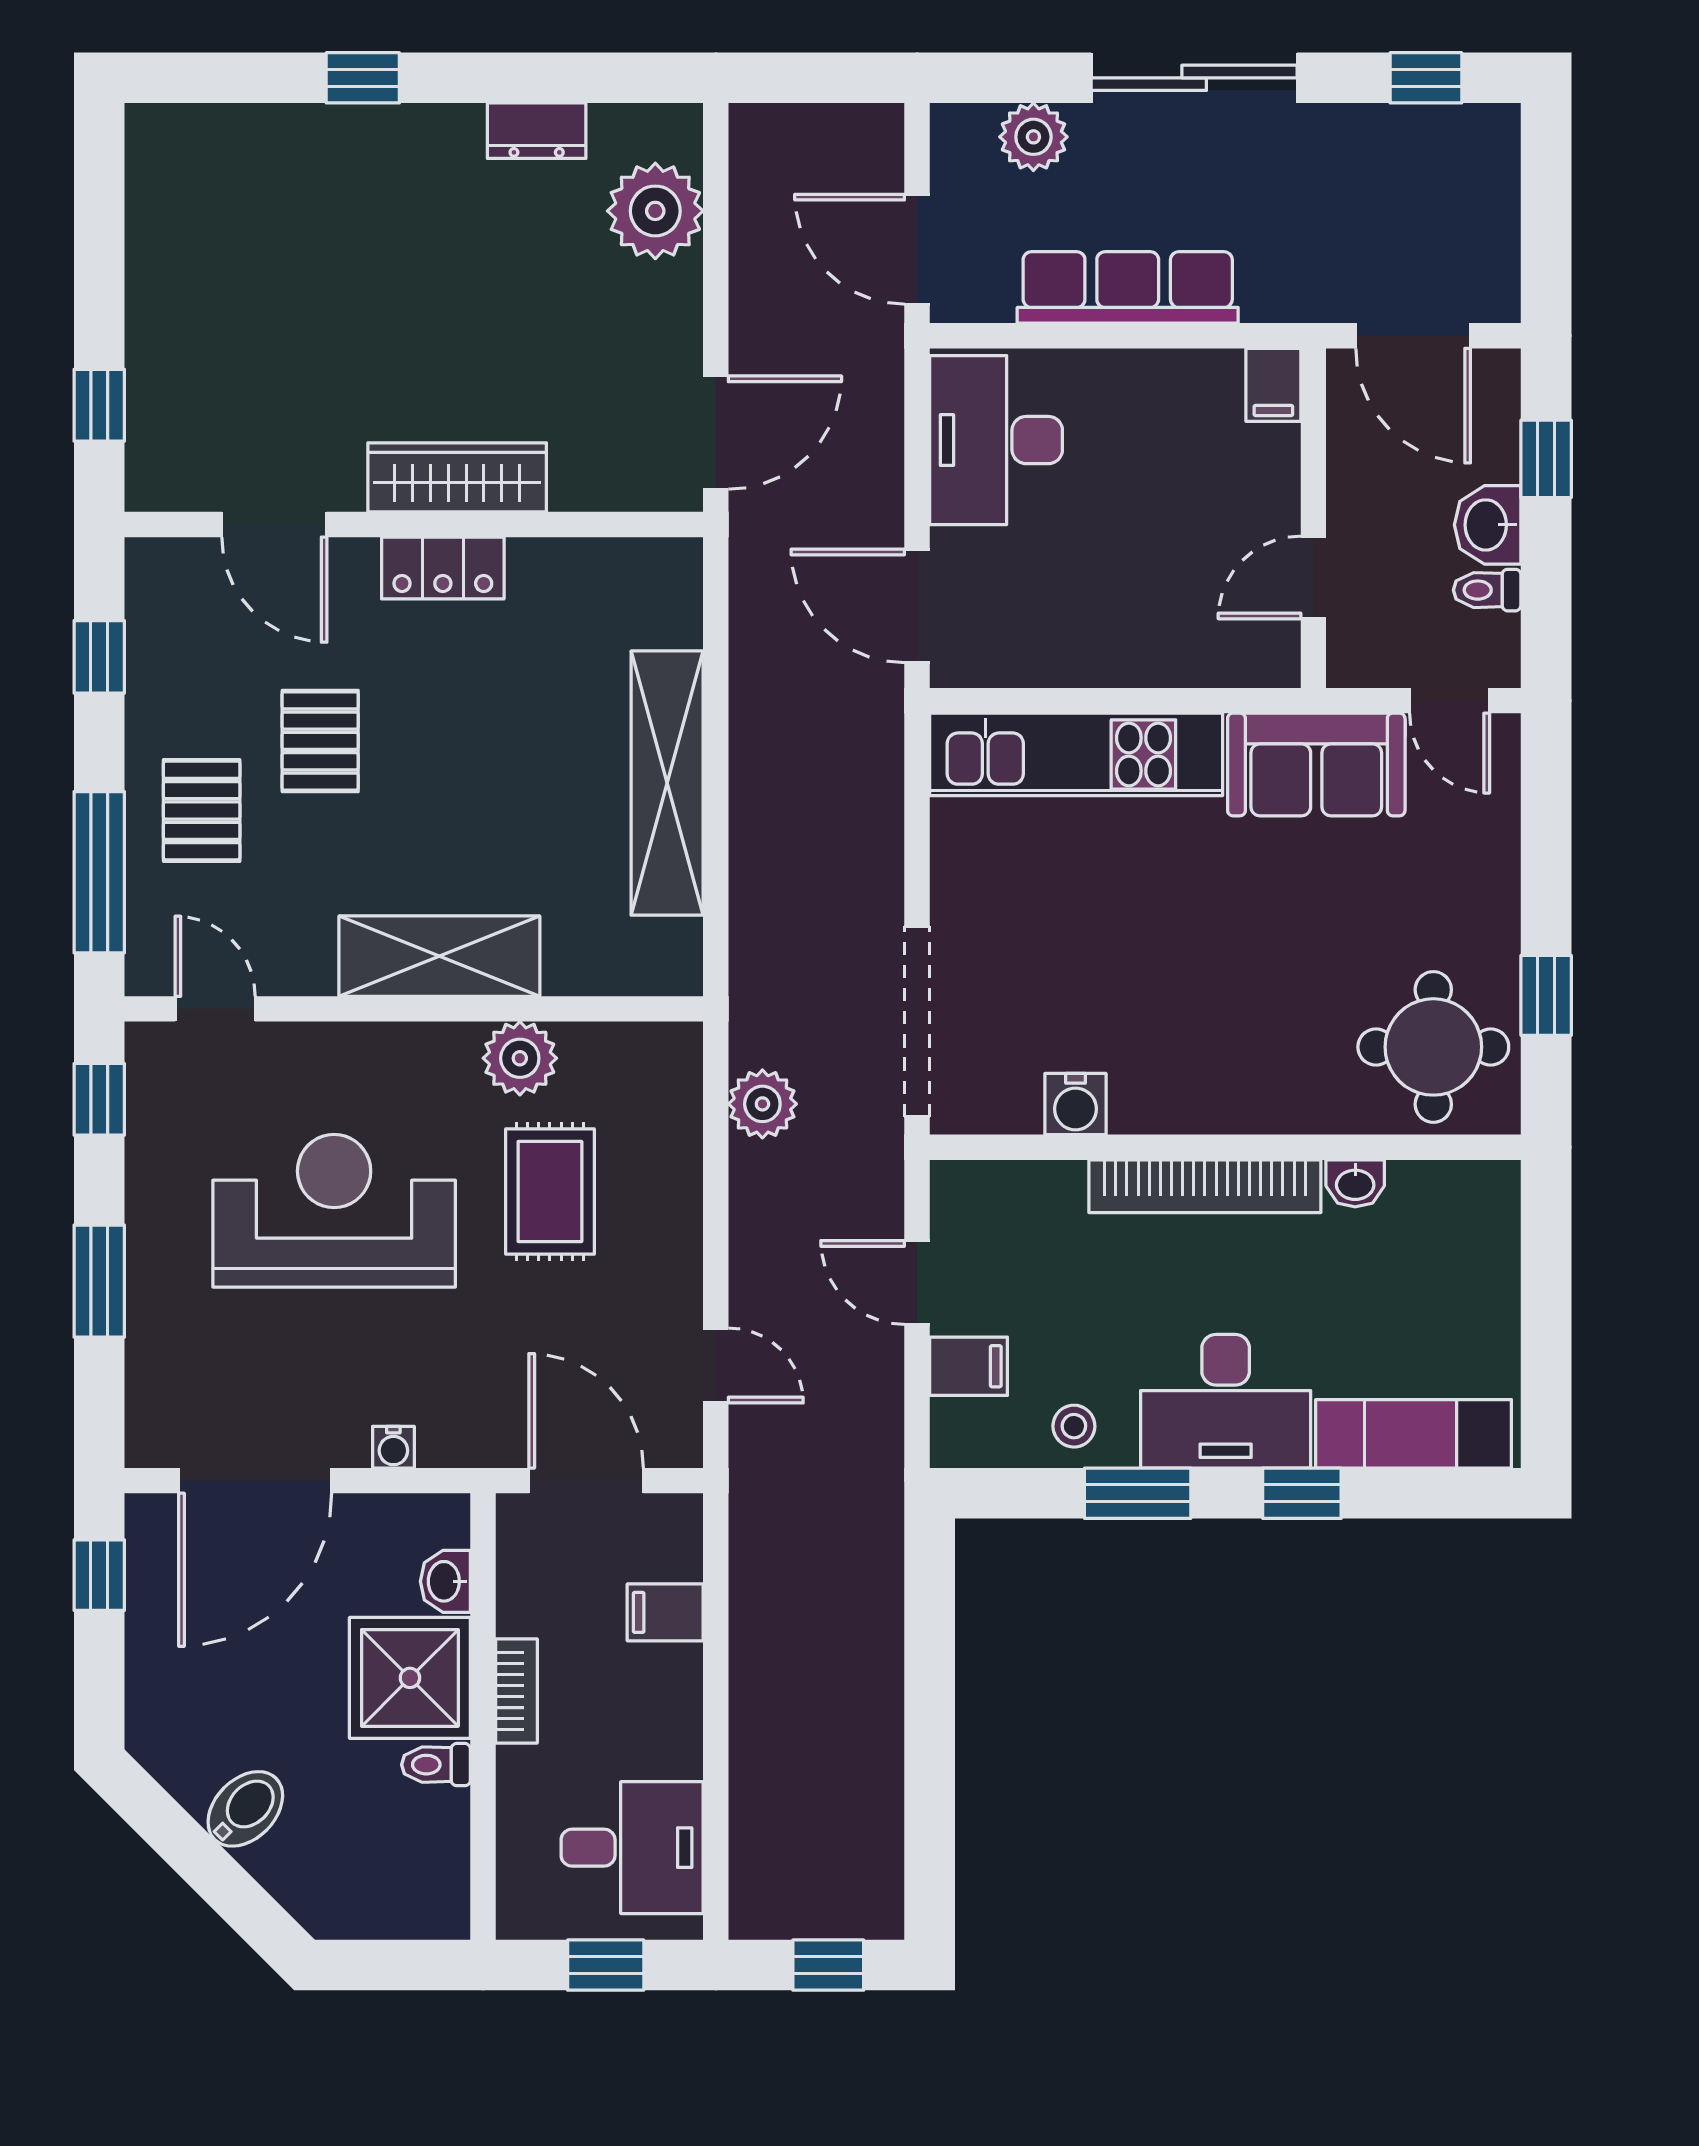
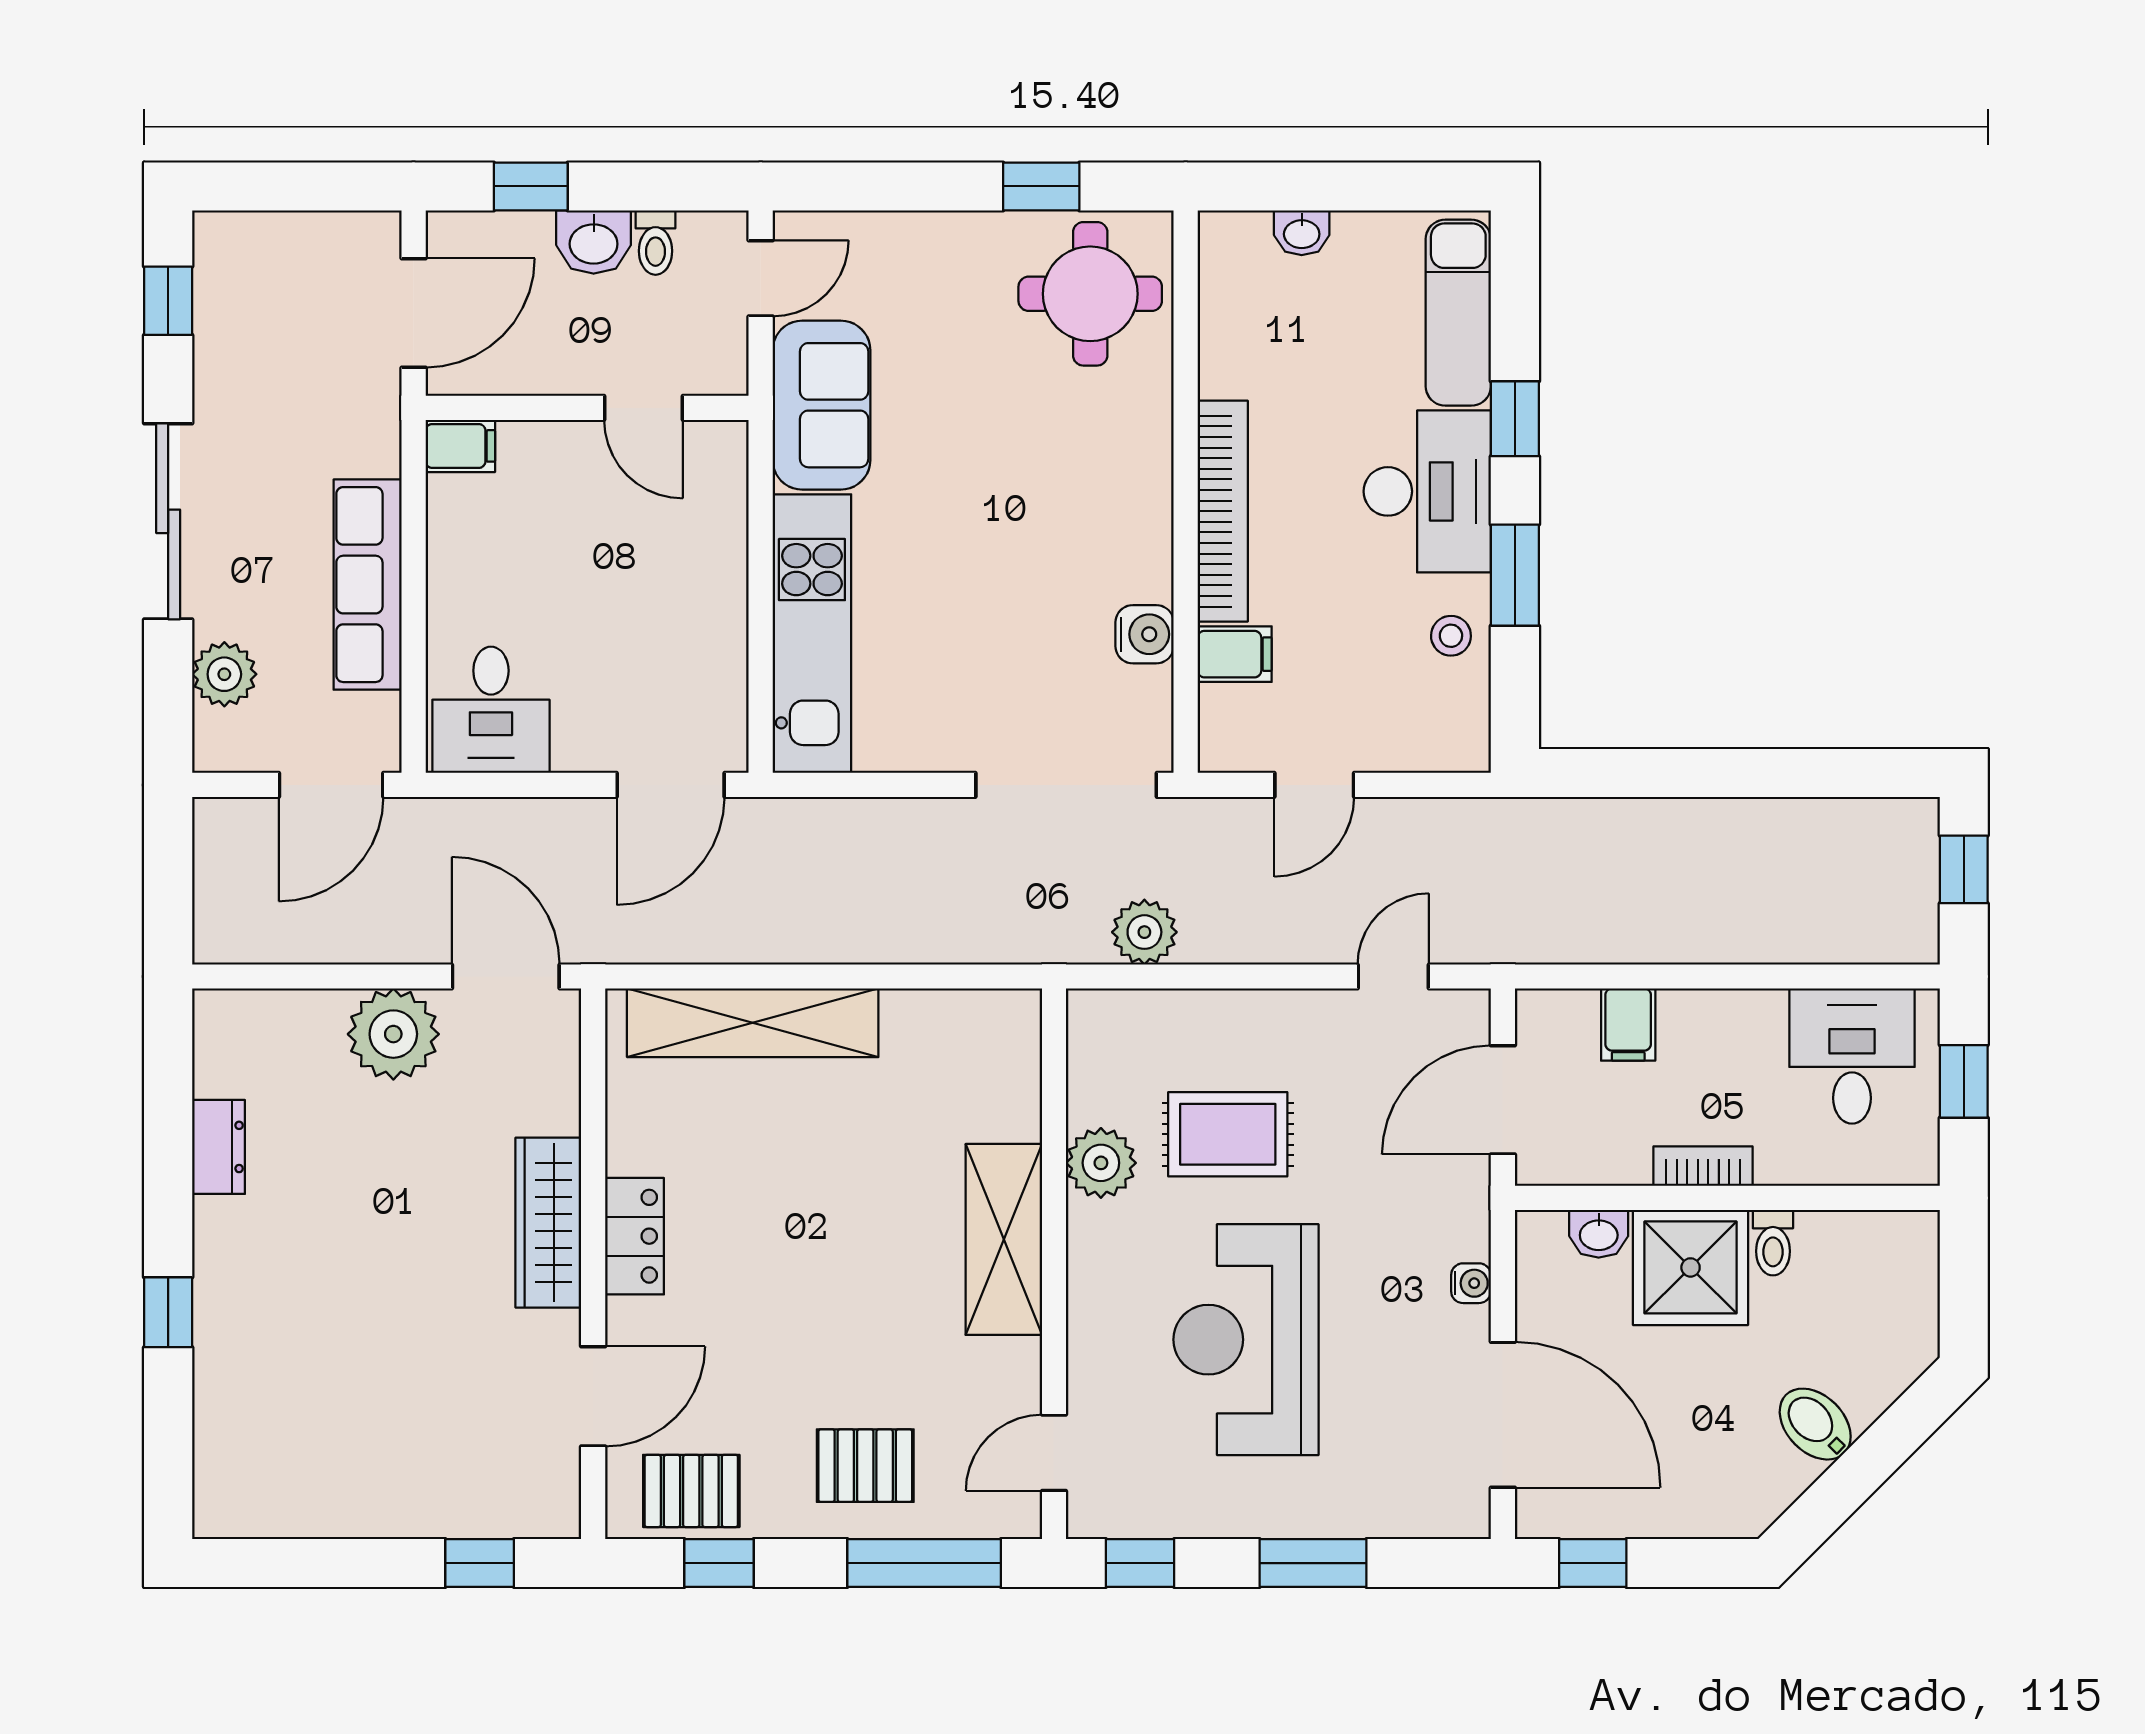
plant: (655, 211) -> (393, 1034), moved
desk: (996, 440) -> (491, 710), width x0.73
pallet: (320, 741) -> (691, 1491), moved
shelving: (667, 783) -> (753, 1023), moved
washbasin: (1355, 1183) -> (1302, 233), moved, turned 90
filing cabinet: (969, 1366) -> (1235, 654), moved, turned 90

